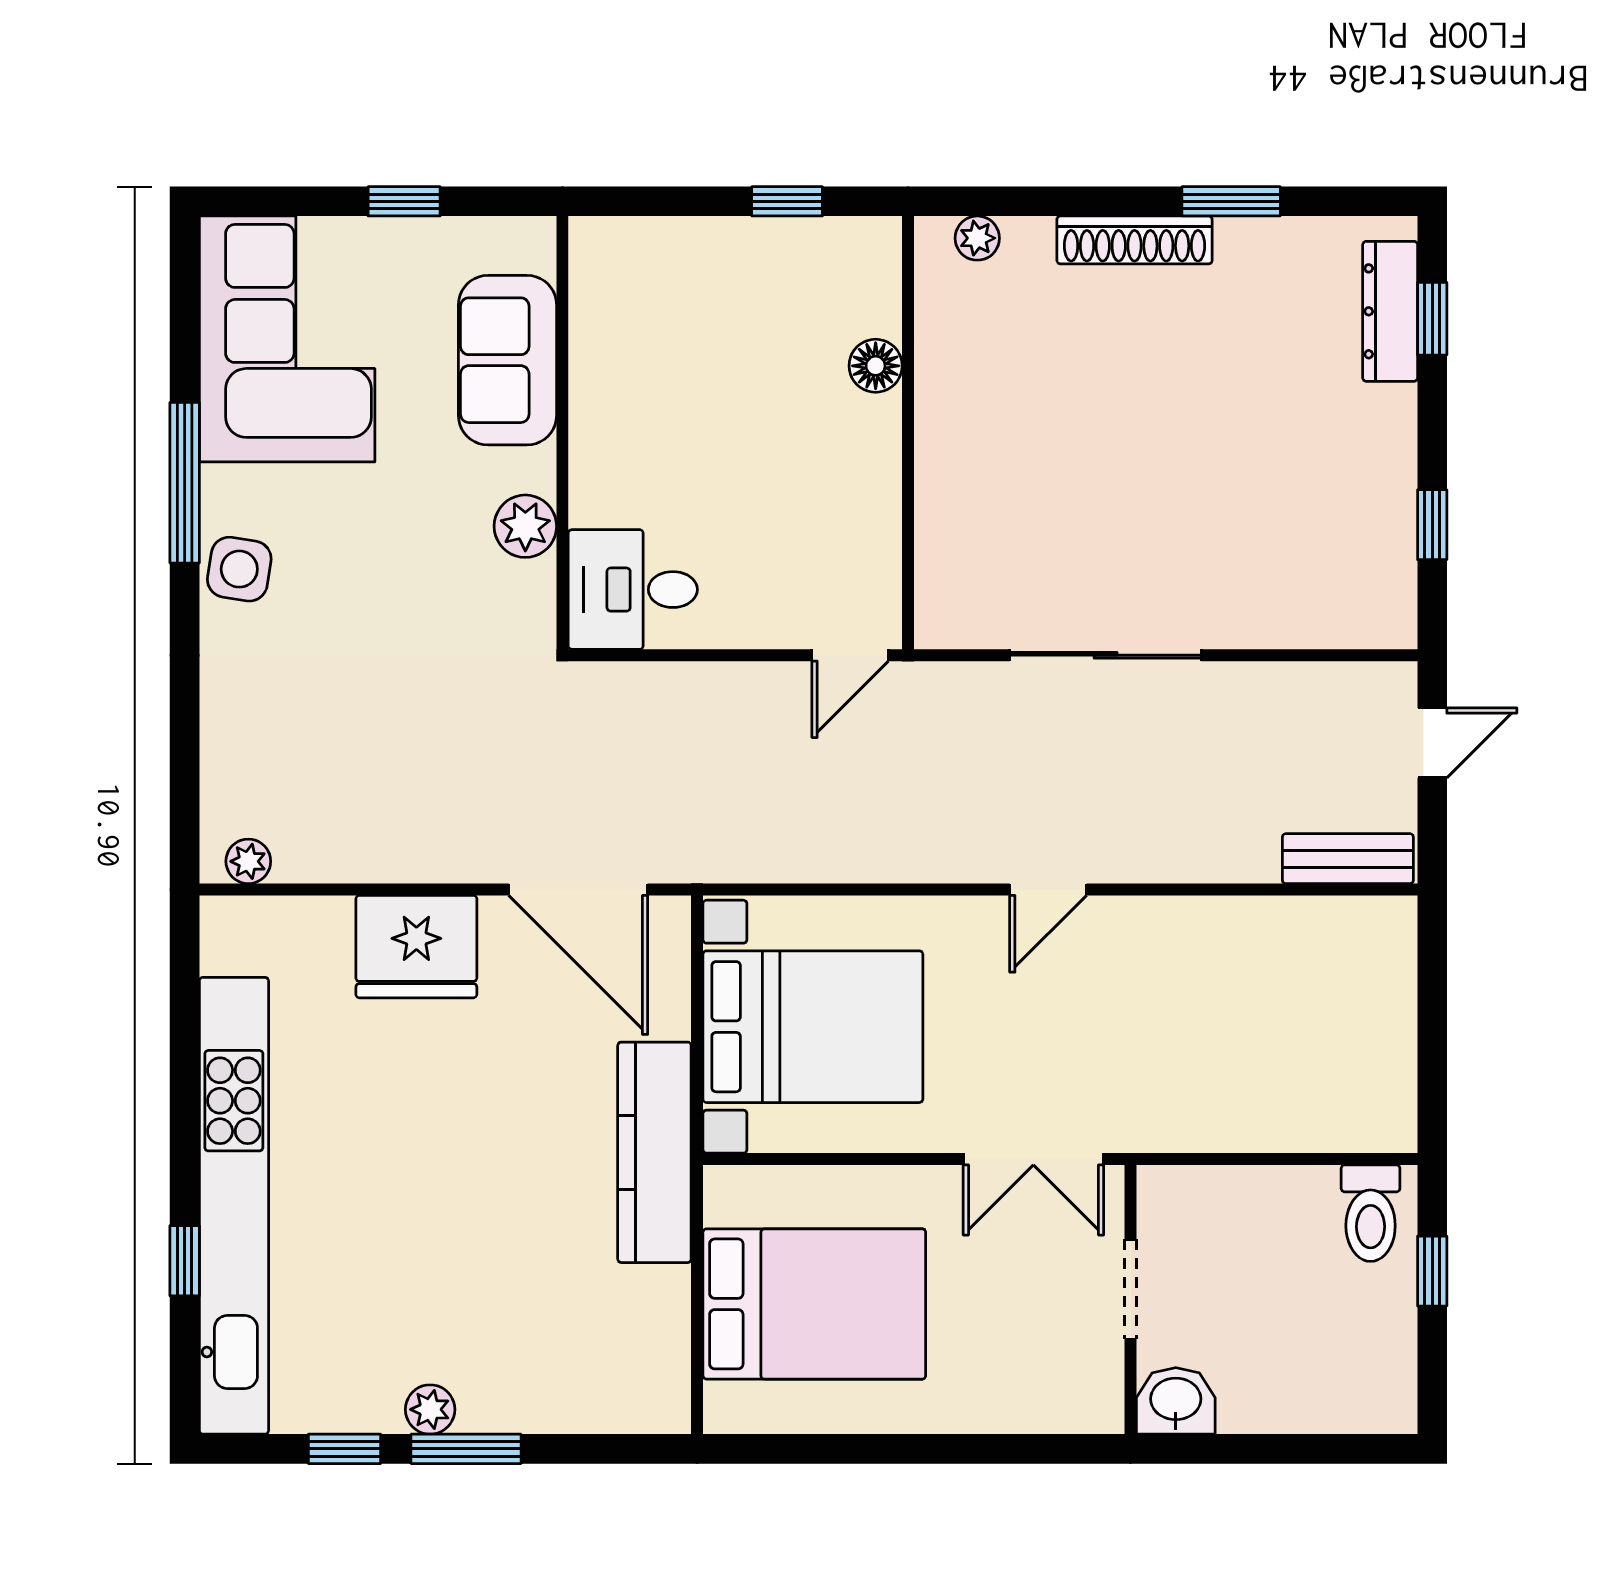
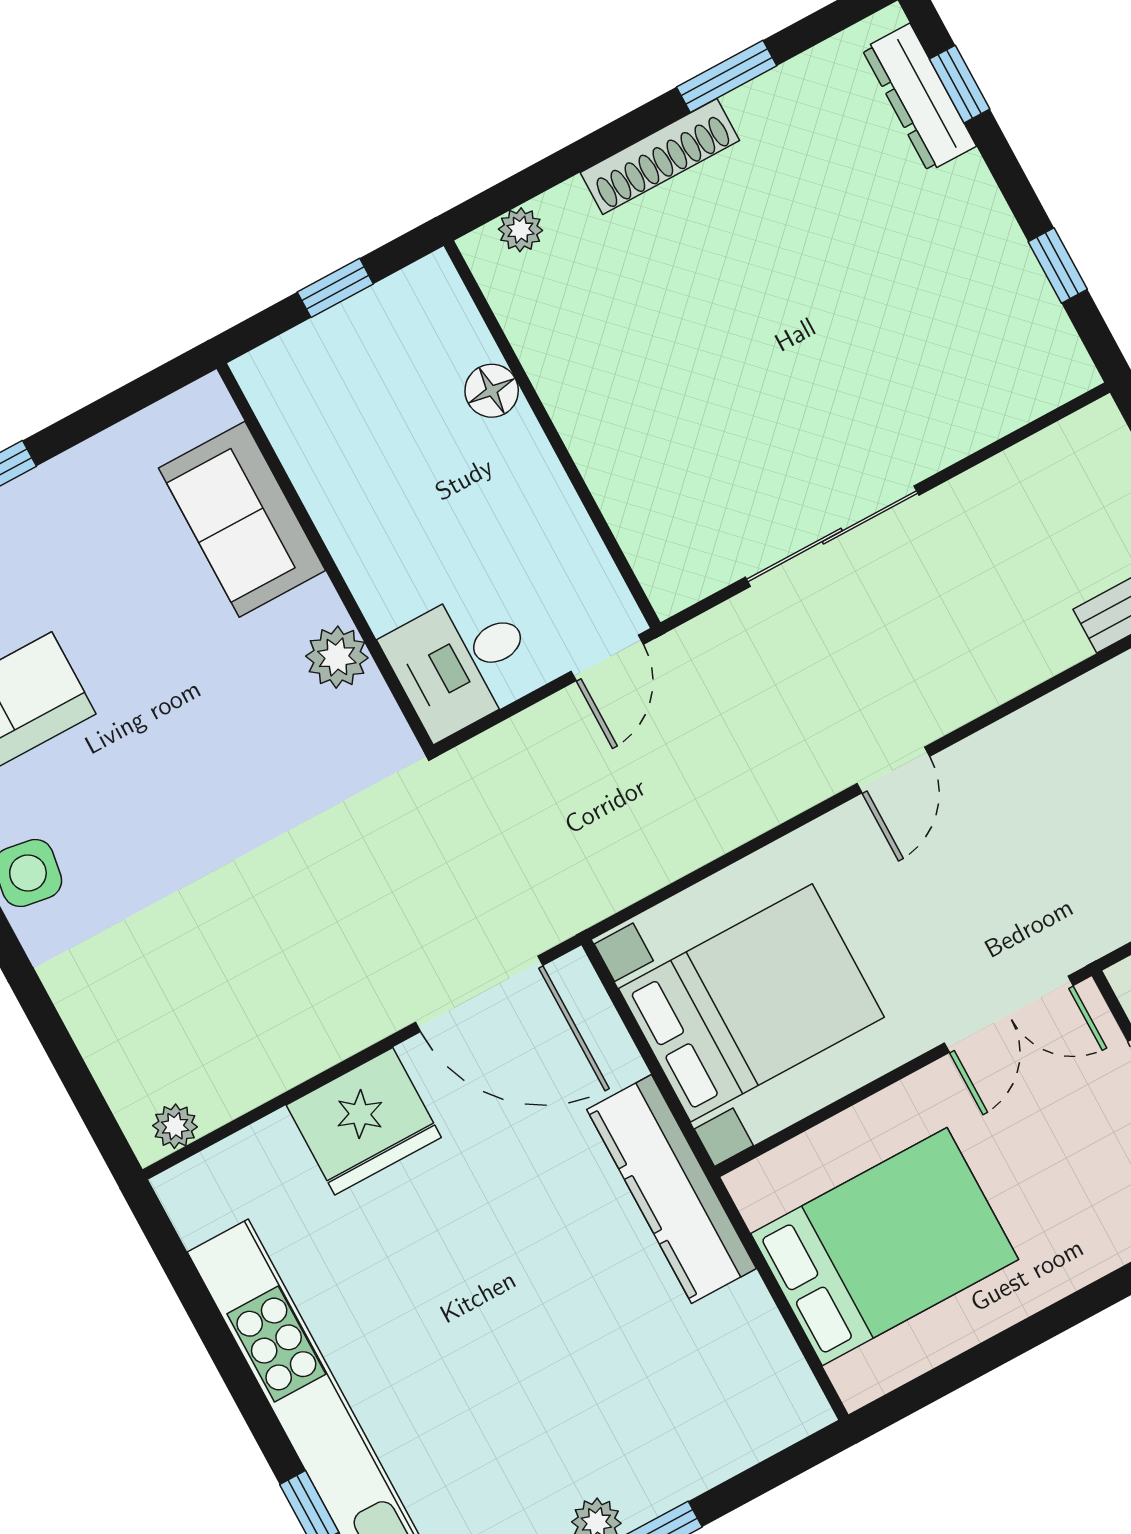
sofa: (508, 360) -> (242, 519), moved
wall: (562, 433) -> (325, 557), moved
plant: (525, 526) -> (337, 657), moved
desk: (633, 590) -> (462, 662), moved

